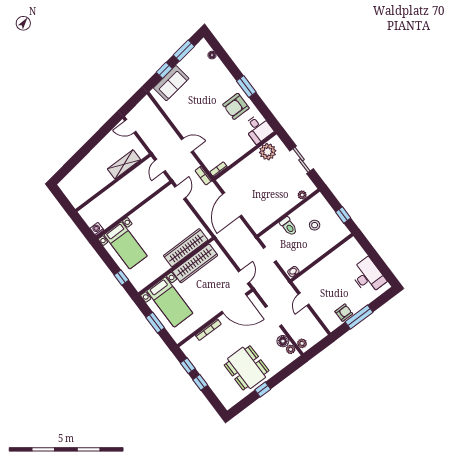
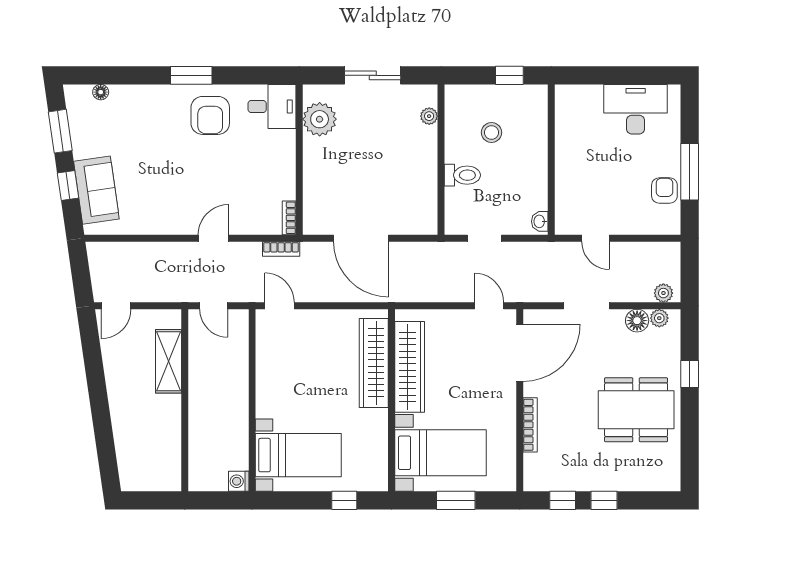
window: (263, 389) -> (690, 374), moved

